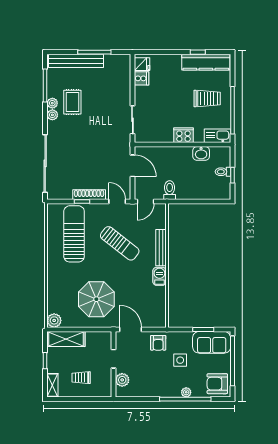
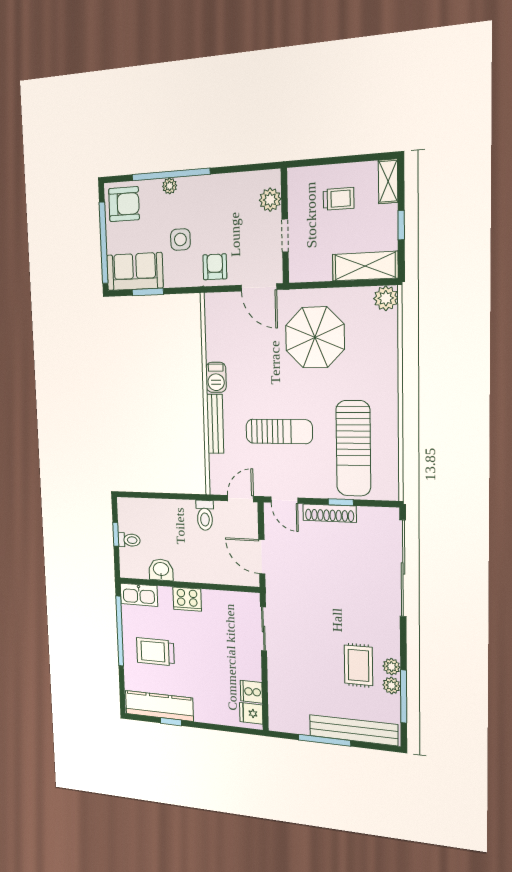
plant: (52, 115) -> (391, 685), moved
sun lounger: (120, 243) -> (279, 431), turned 142

